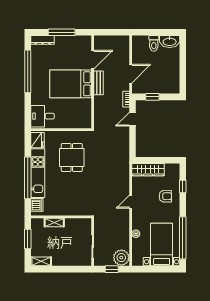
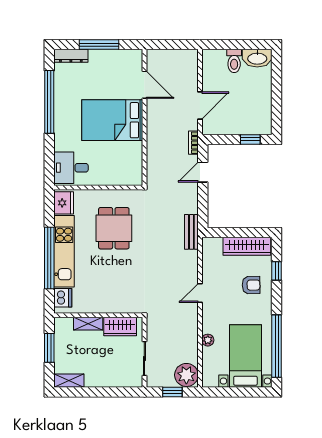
door: (93, 60) -> (144, 85), hinge flipped
bench: (99, 83) -> (191, 232), moved
window: (152, 97) -> (250, 139), moved
wardrobe: (148, 170) -> (247, 246), moved
wardrobe: (76, 225) -> (120, 327), added

